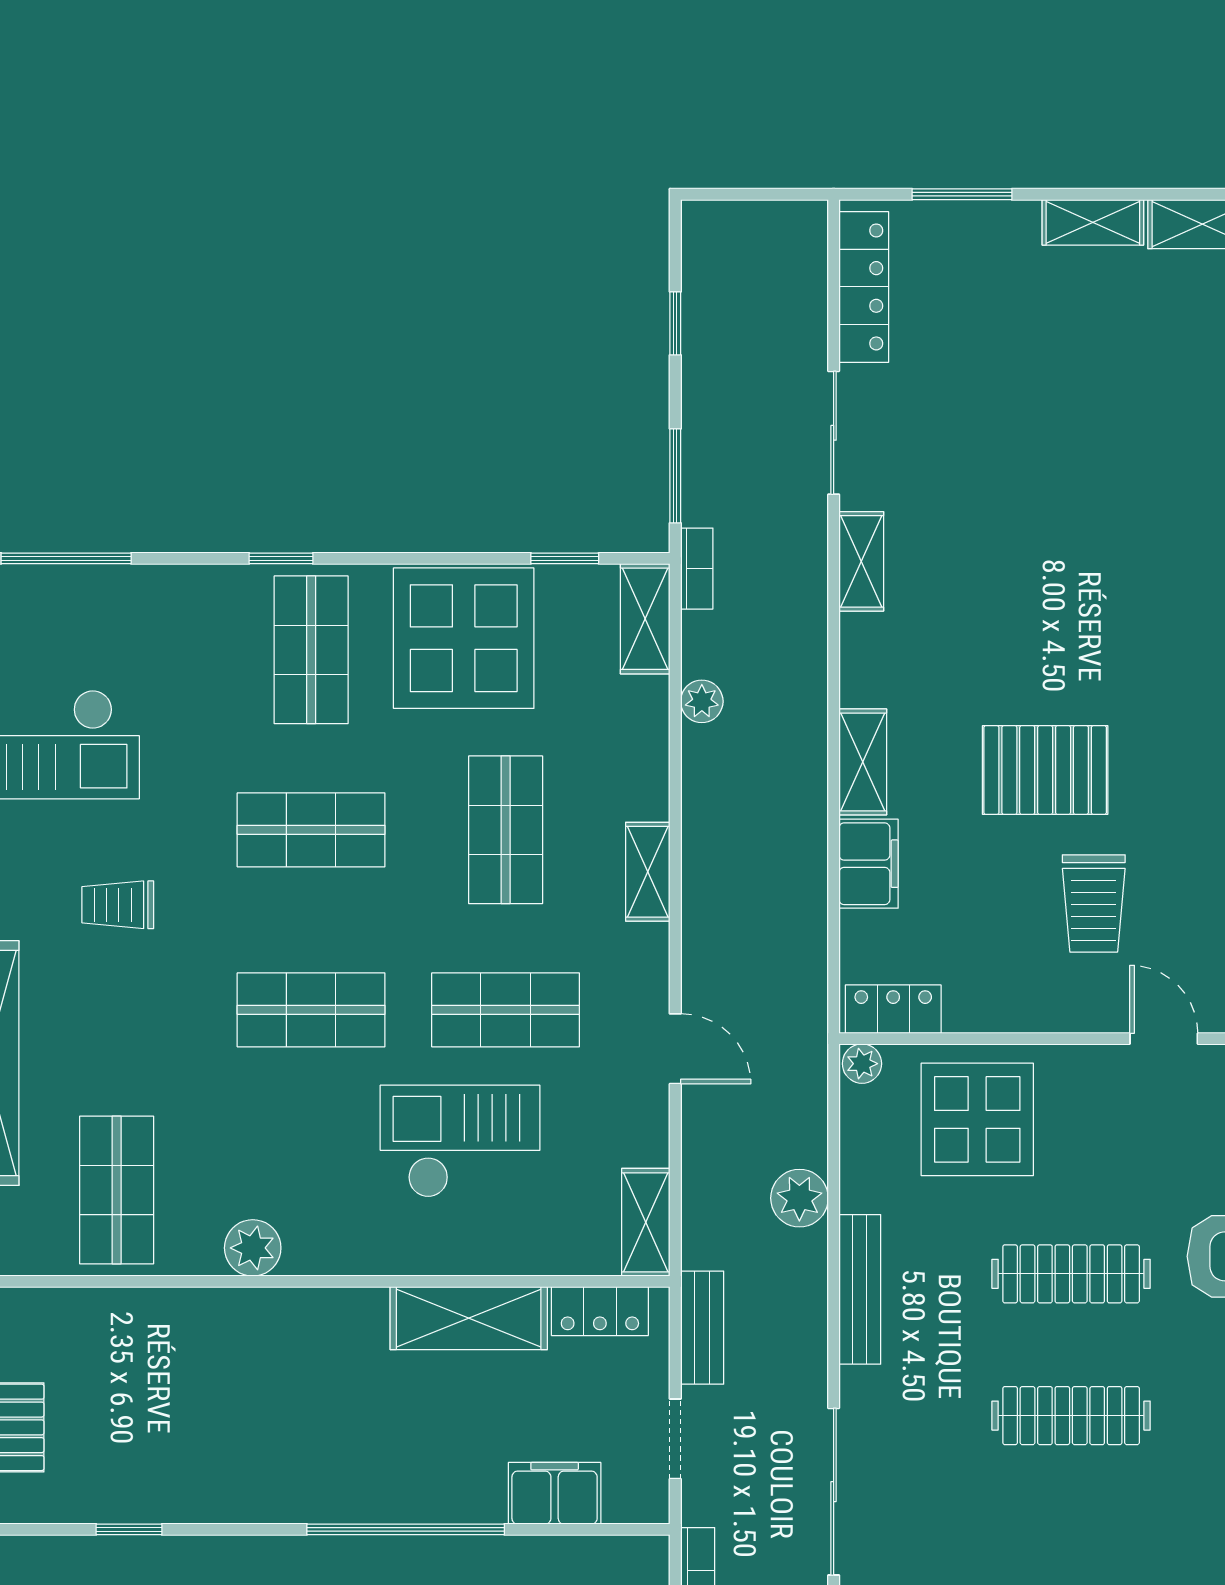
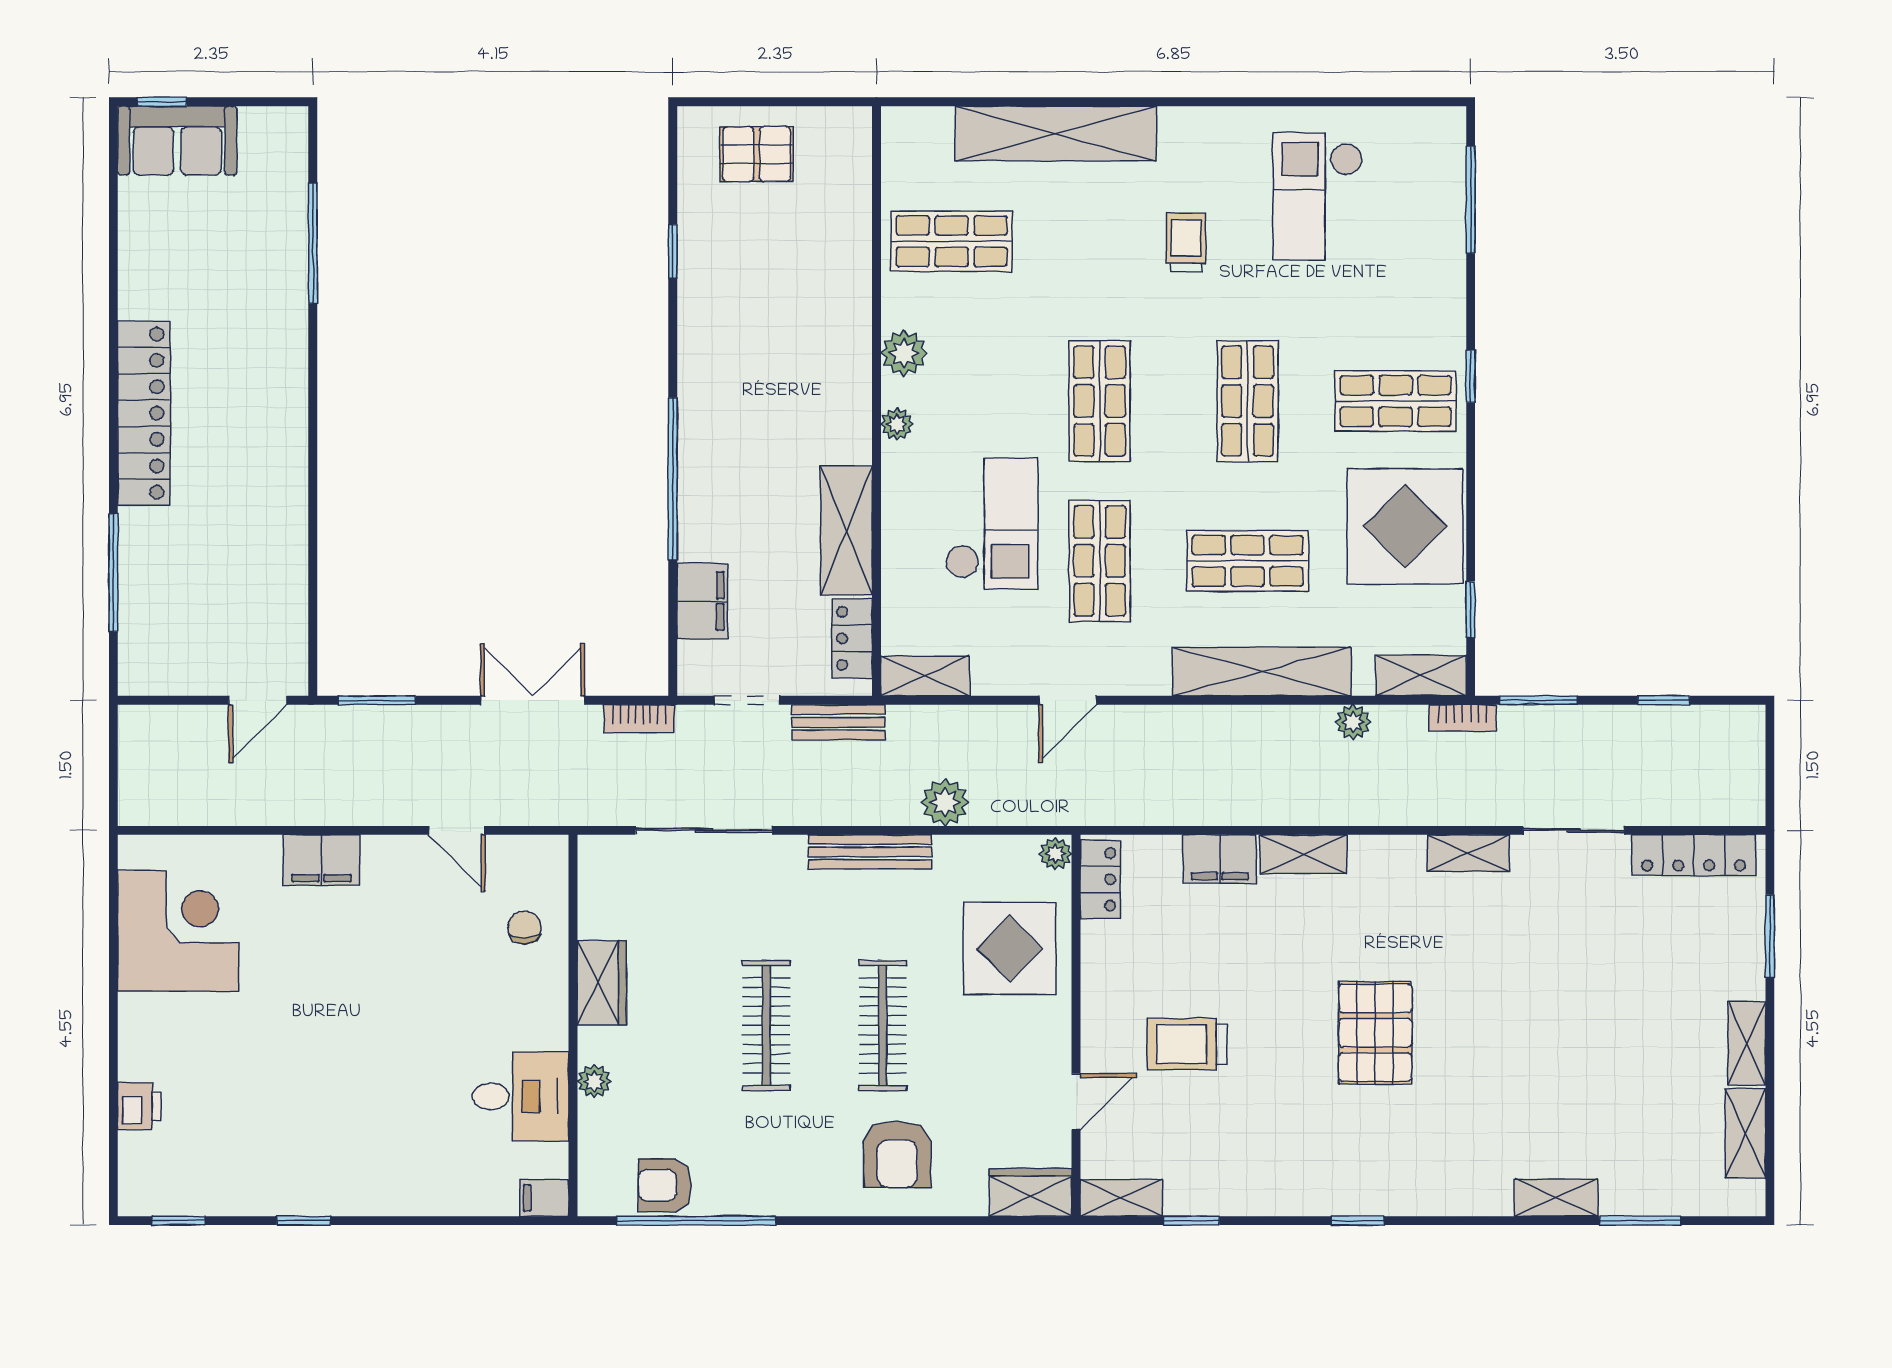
pallet: (1045, 770) -> (1375, 1033), moved
shelving: (648, 872) -> (1262, 672), width x2.20, depth x1.33
plant: (339, 1256) -> (897, 424), added

